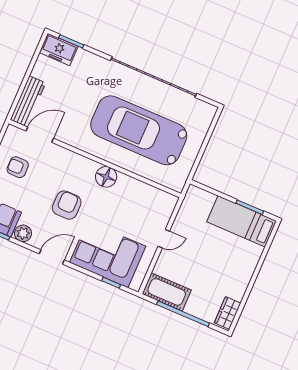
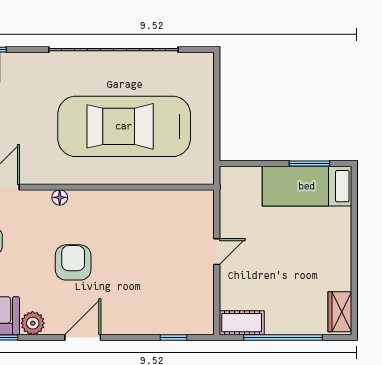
floor lamp: (106, 177) -> (60, 197), moved, width x0.53, depth x0.53
corner sofa: (108, 254) -> (153, 303), removed
cot: (167, 292) -> (242, 323), width x0.73, depth x0.75

